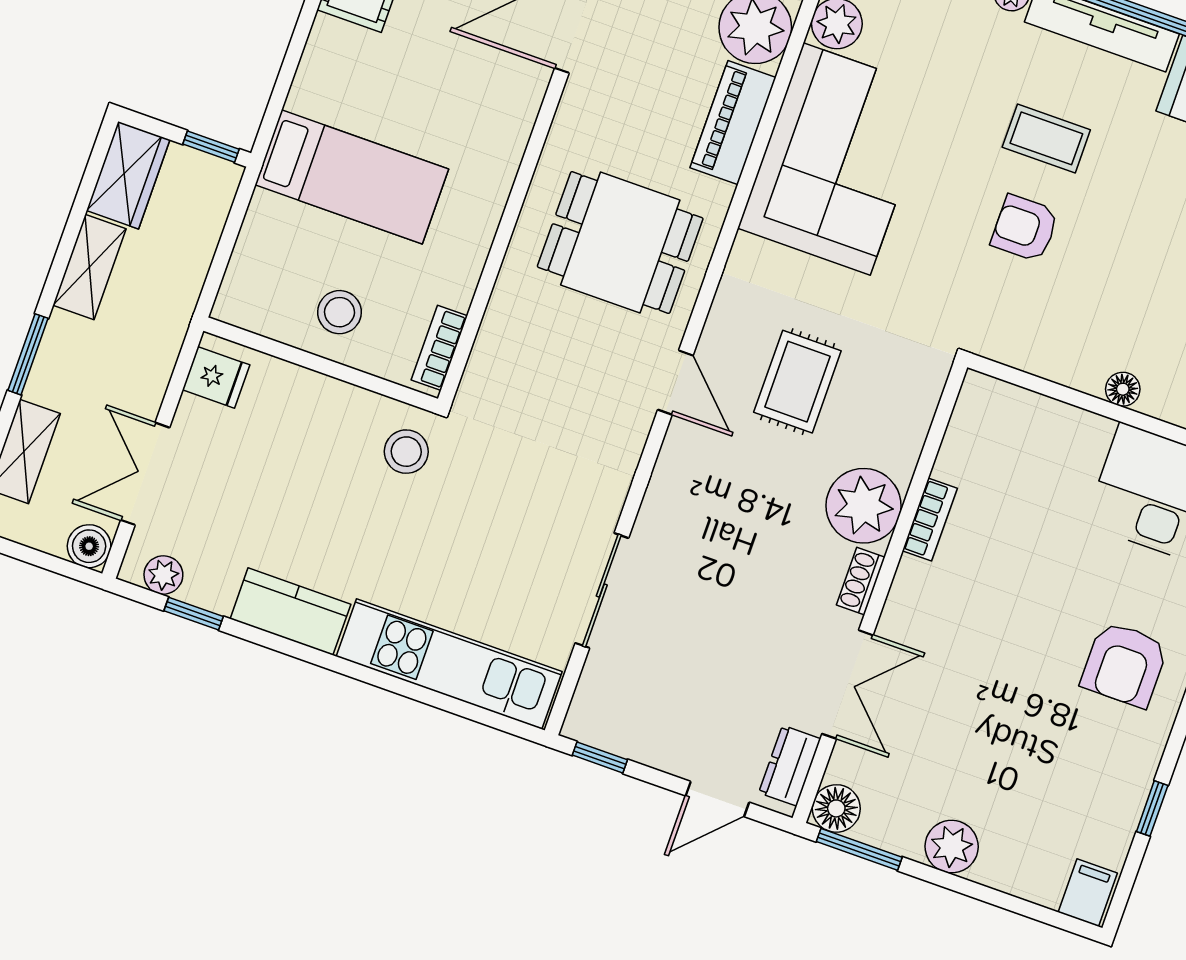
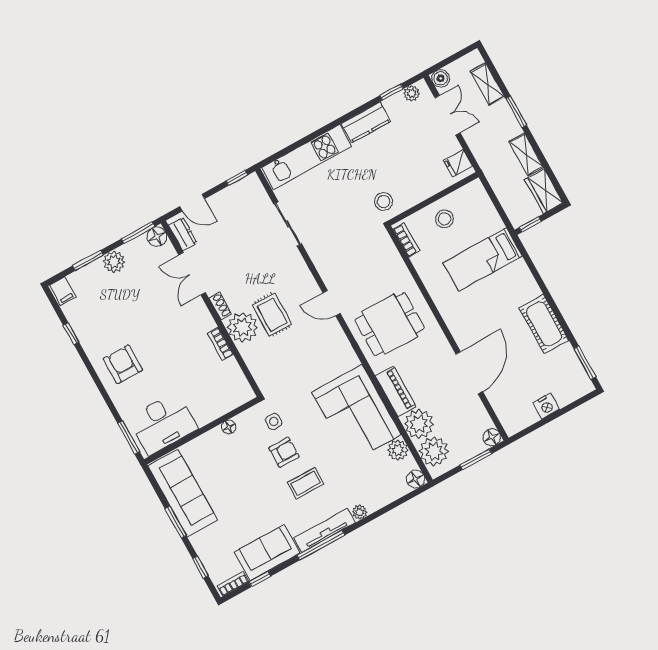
side table: (985, 297) -> (274, 421), added
rug: (797, 382) -> (272, 314), moved
floor lamp: (1123, 389) -> (229, 427), moved
door: (717, 799) -> (192, 203), swing flipped
window: (991, 896) -> (88, 260), added

